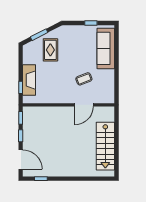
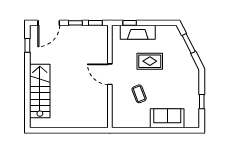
sofa: (106, 48) -> (167, 118), width x0.73
rug: (50, 50) -> (150, 61), moved
door: (84, 105) -> (110, 74), moved
stairs: (105, 146) -> (40, 91), moved, turned 90

